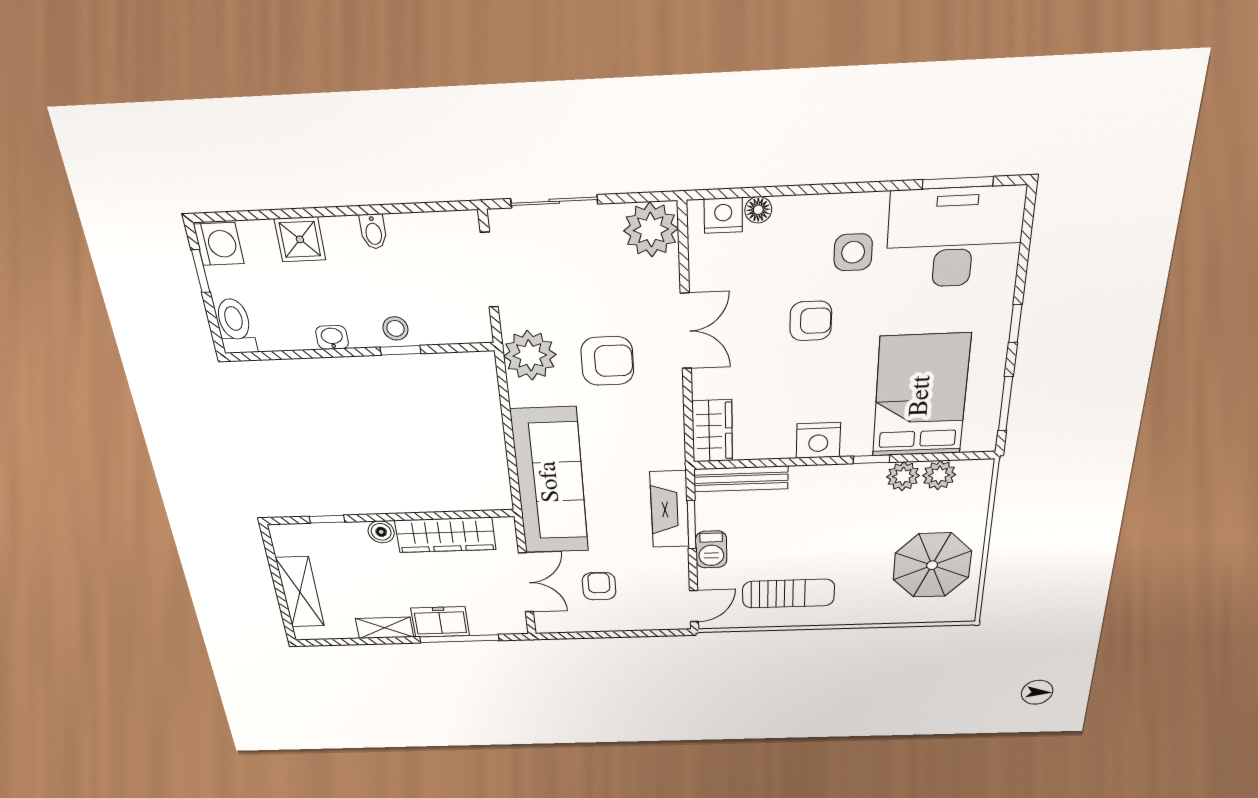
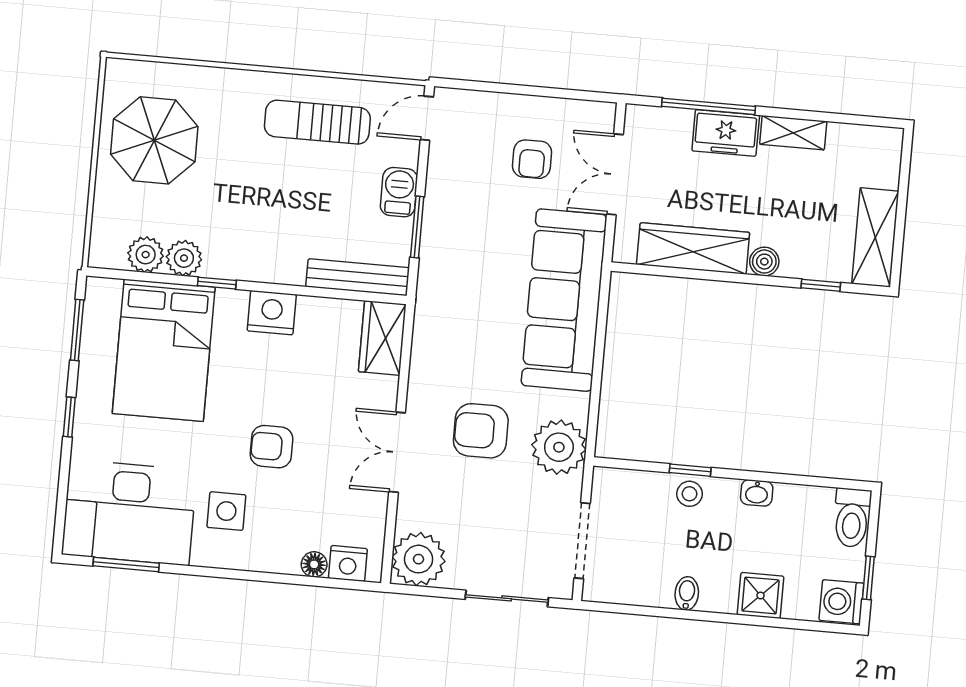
fireplace: (669, 509) -> (439, 249), removed
shelving: (300, 592) -> (875, 237), moved

